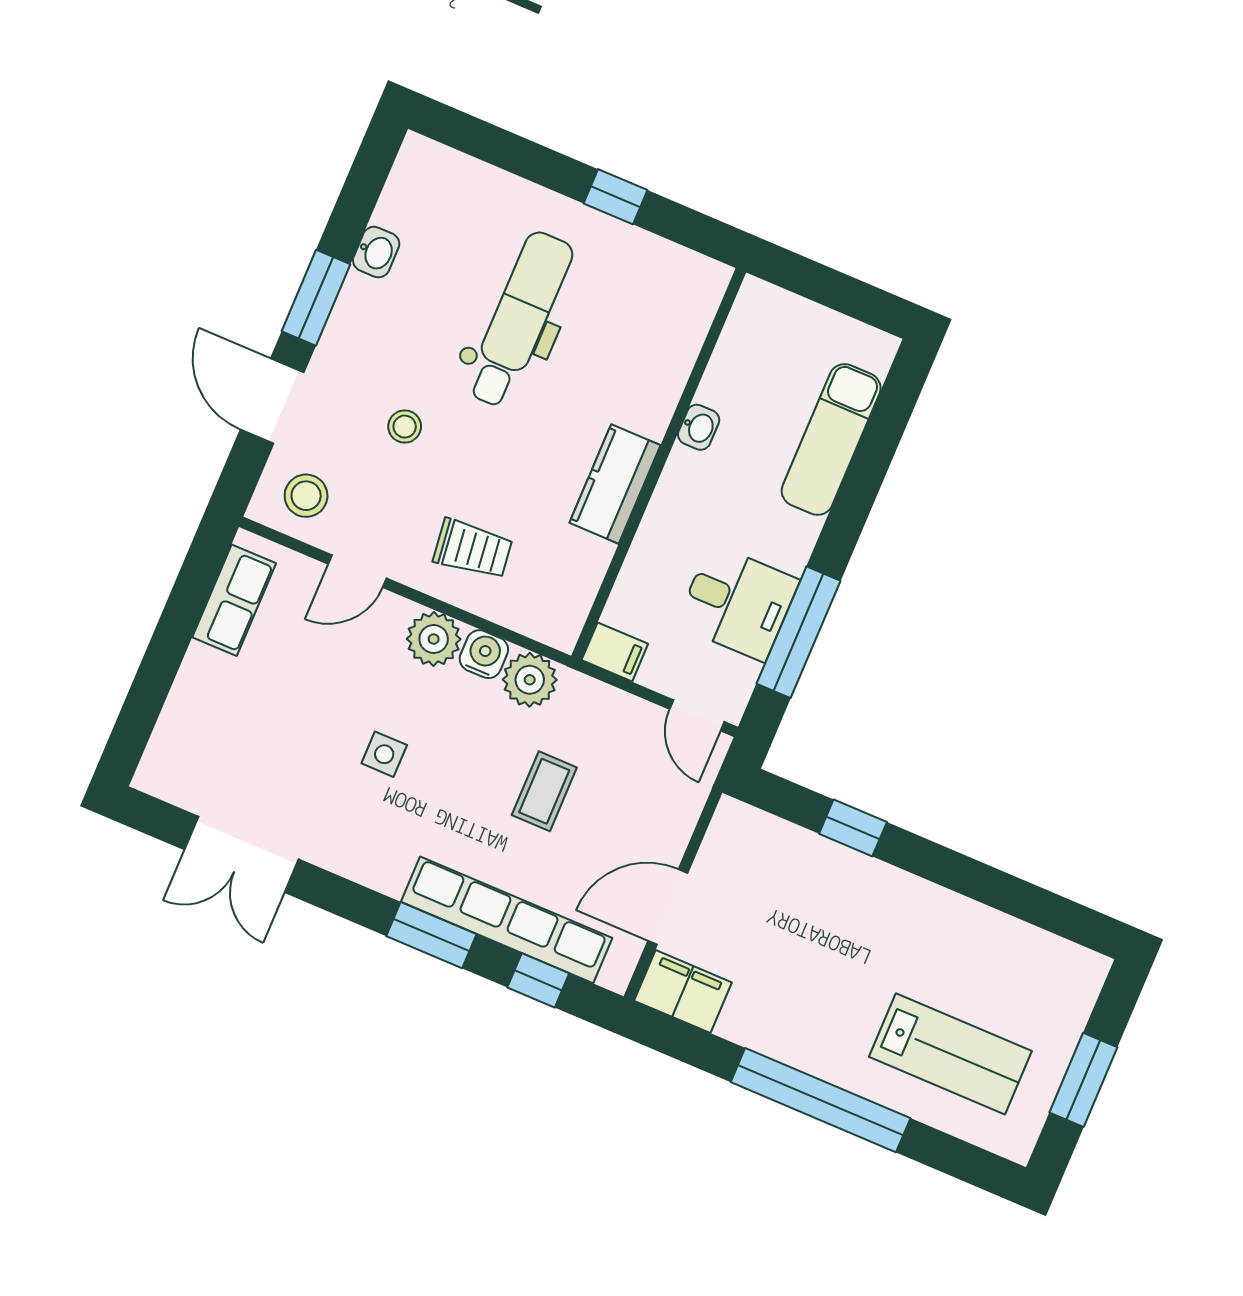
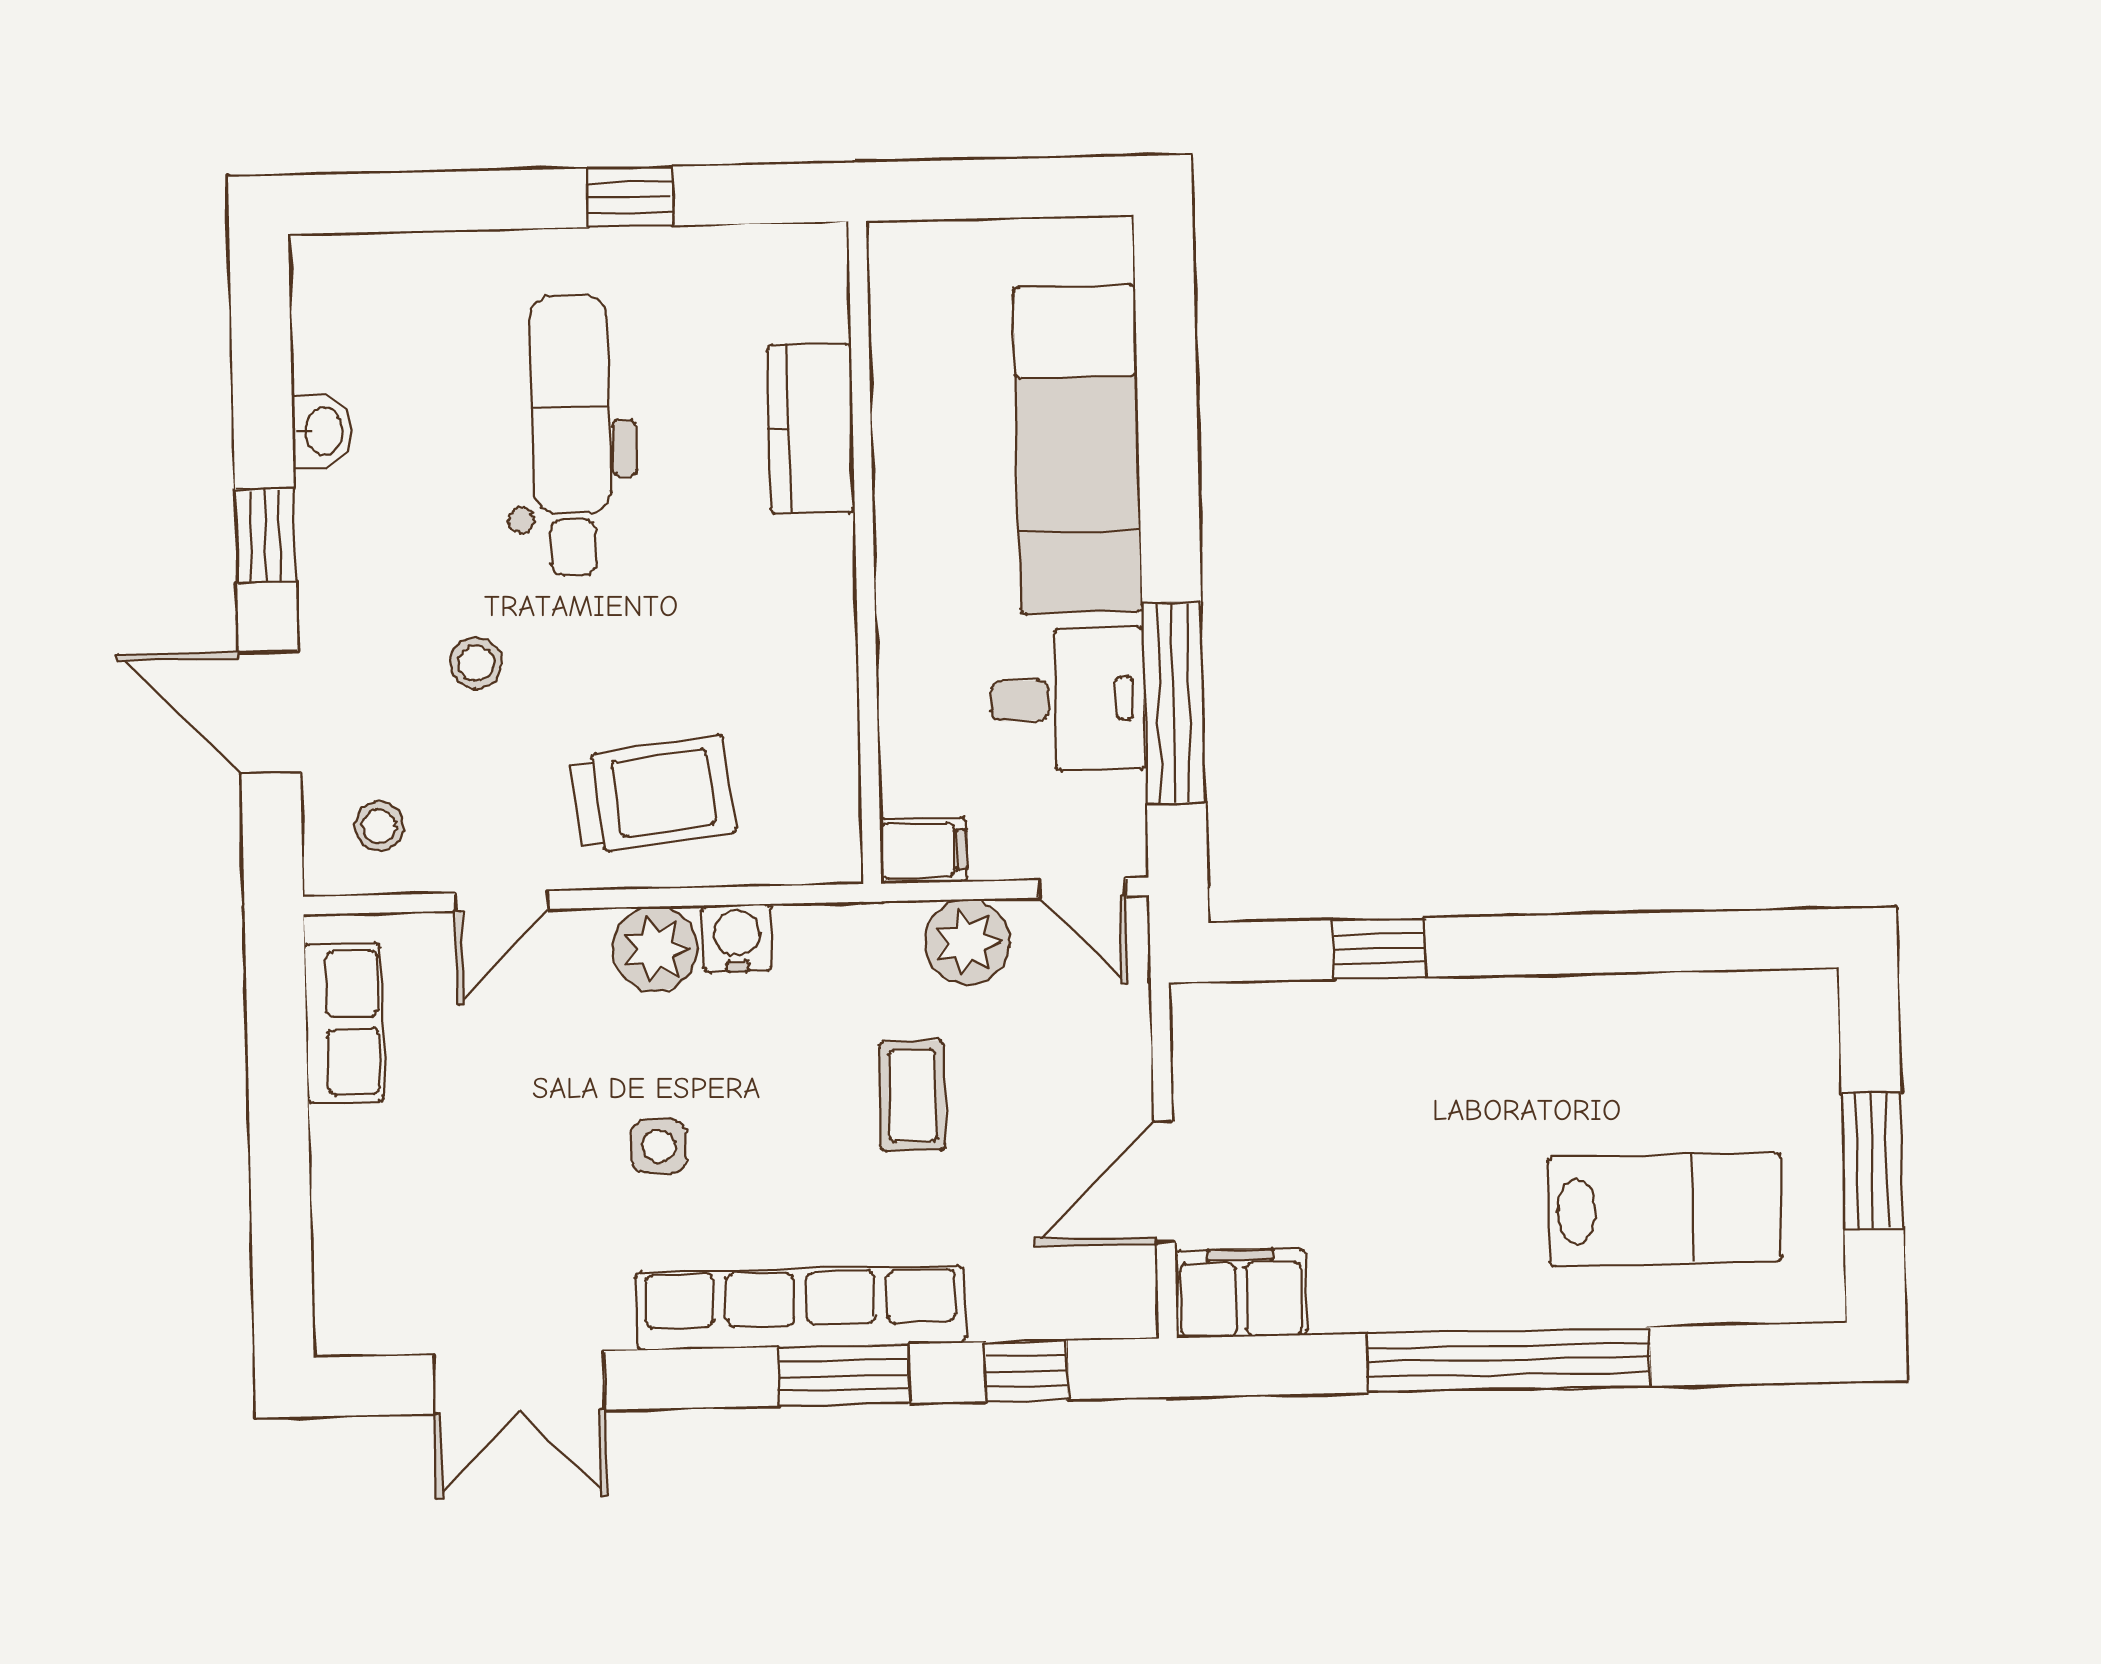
window: (316, 298) -> (265, 536), width x0.67
washbasin: (699, 427) -> (898, 474), removed
exam couch: (831, 440) -> (1078, 449), width x1.36, depth x1.45
kitchen counter: (615, 484) -> (811, 429), moved
stool: (306, 496) -> (379, 826), width x0.73, depth x0.73
trolley: (473, 549) -> (653, 795), width x1.36, depth x1.39
plant: (530, 680) -> (967, 942), moved
row of seats: (507, 920) -> (801, 1308), moved

